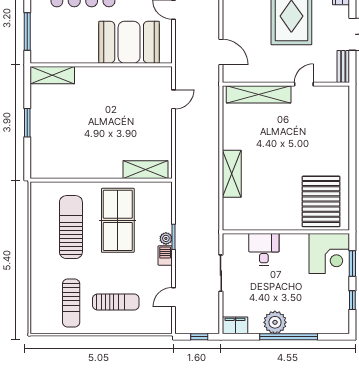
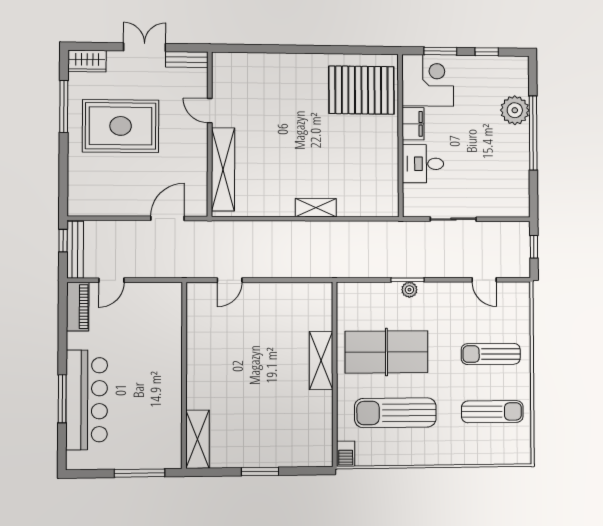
booth: (129, 42) -> (154, 339), removed
door: (174, 99) -> (230, 280), swing flipped
shelving: (145, 170) -> (321, 360), moved
shelving: (232, 174) -> (316, 208), width x0.67, depth x0.75
barbecue: (165, 256) -> (346, 454), moved, turned -90
sun lounger: (116, 302) -> (491, 354), turned -90
plant: (275, 322) -> (515, 110), moved
filing cabinet: (235, 325) -> (413, 124), moved, turned 180

